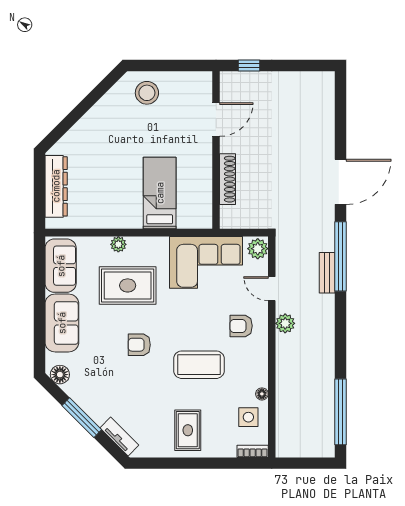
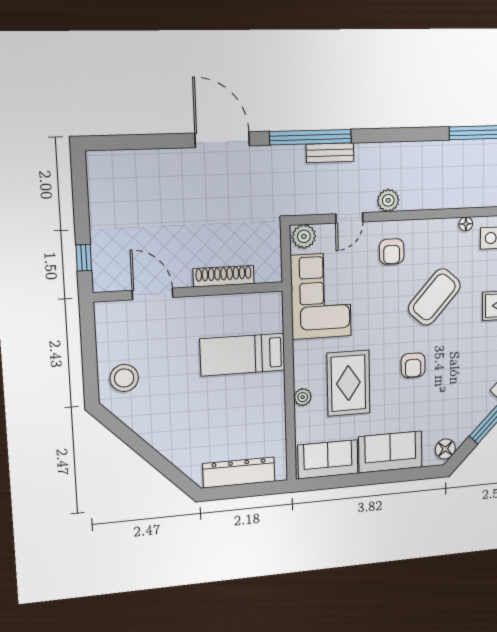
coffee table: (199, 365) -> (434, 297), turned 42

